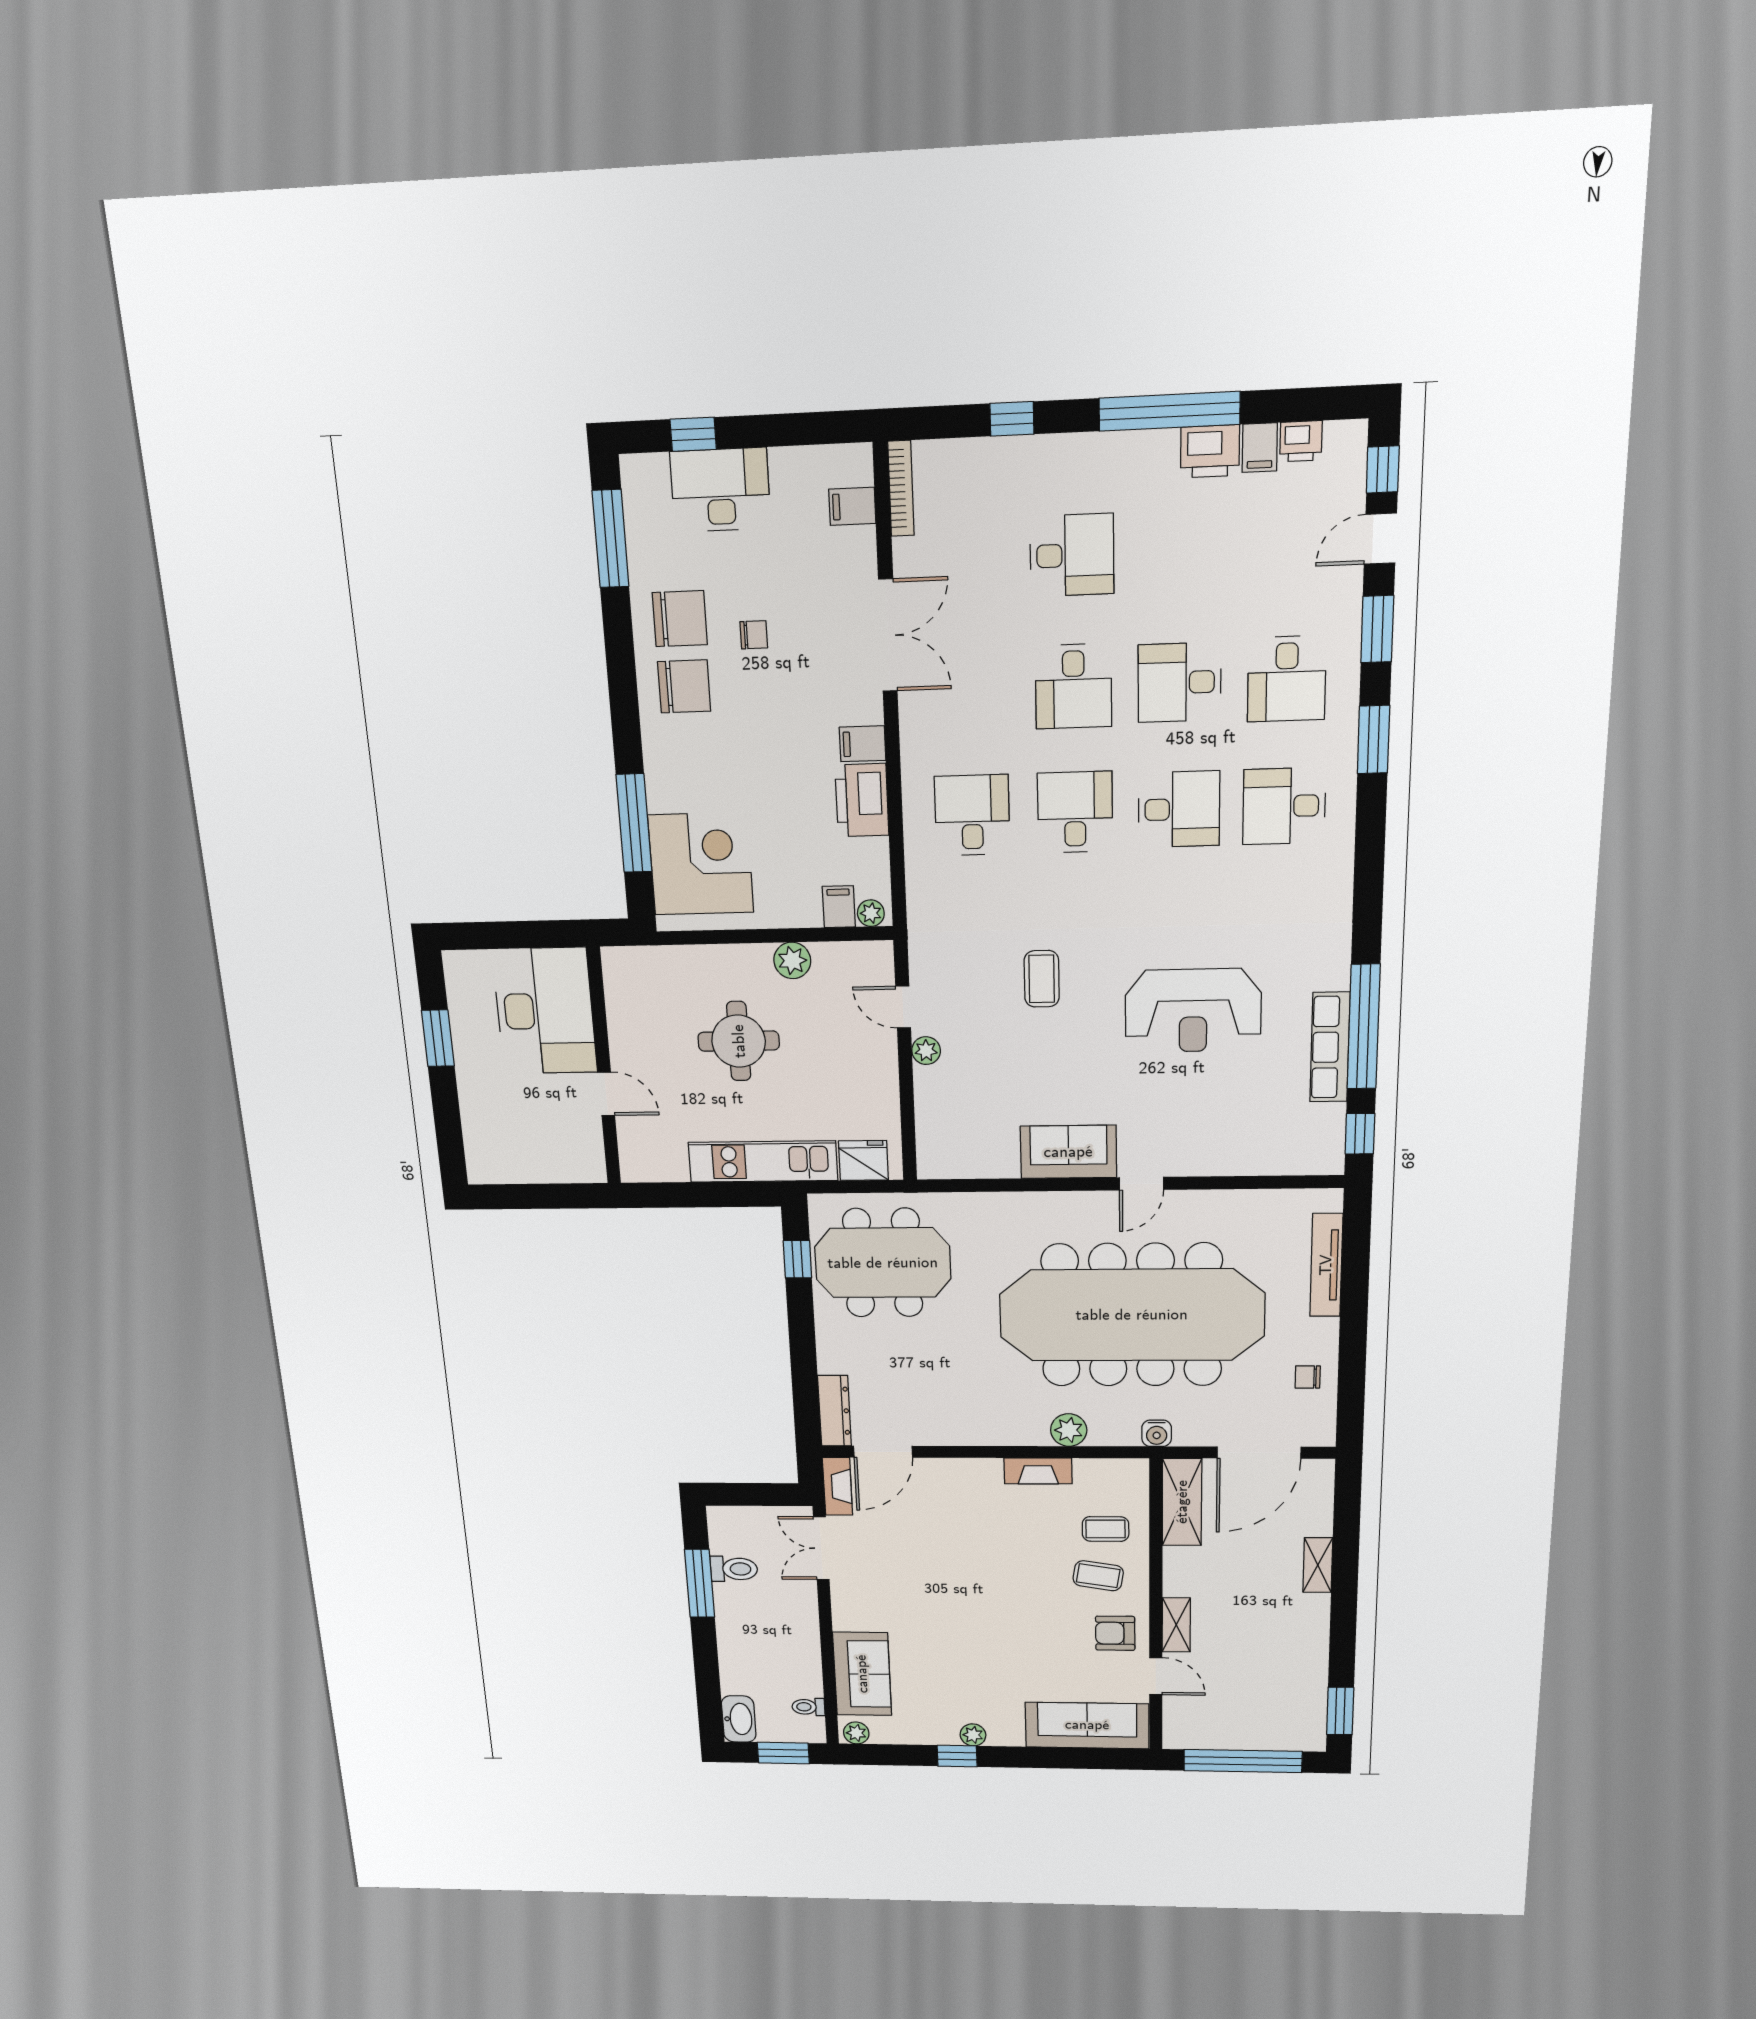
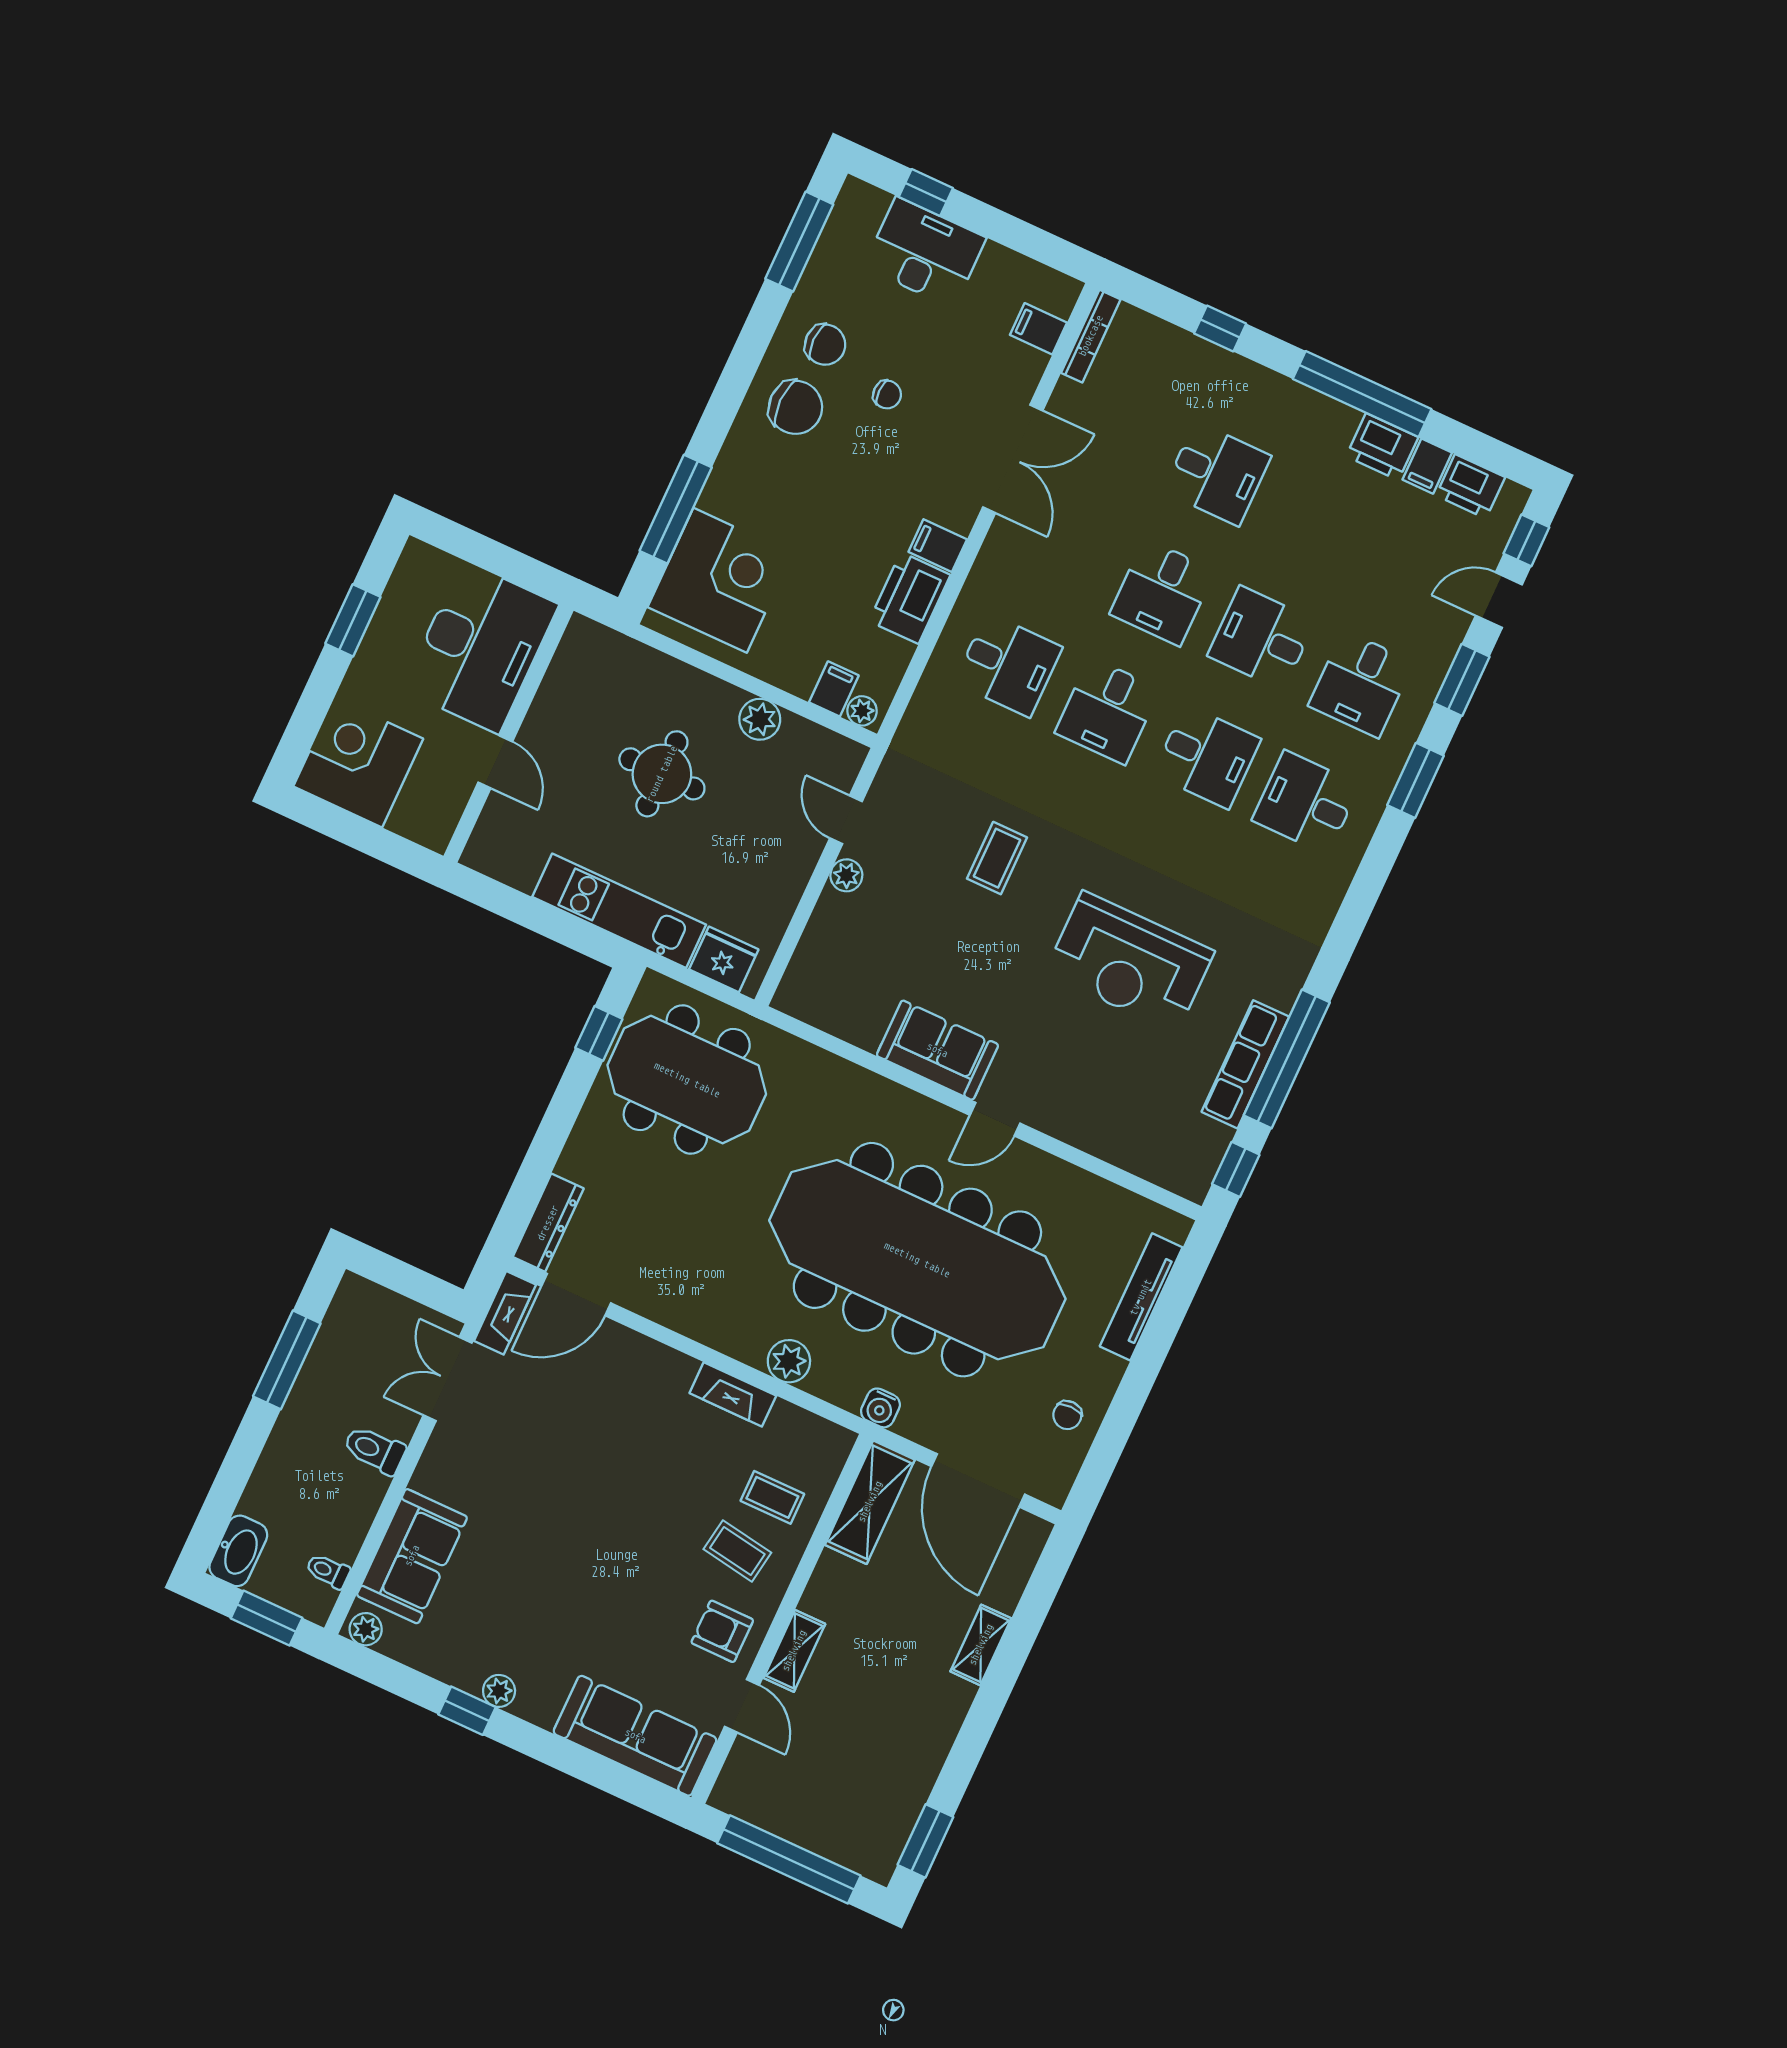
printer: (1301, 441) -> (1471, 486), width x1.36, depth x1.24
chair: (680, 619) -> (825, 345), width x0.73, depth x0.73
desk: (1075, 812) -> (1107, 711), turned 180
desk: (972, 815) -> (1008, 665), turned 90
corner desk: (505, 1144) -> (358, 762), added
chair: (1308, 1377) -> (1067, 1415), turned -90
door: (1259, 1453) -> (978, 1480), hinge flipped
toilet: (734, 1569) -> (374, 1450), moved, turned 180

